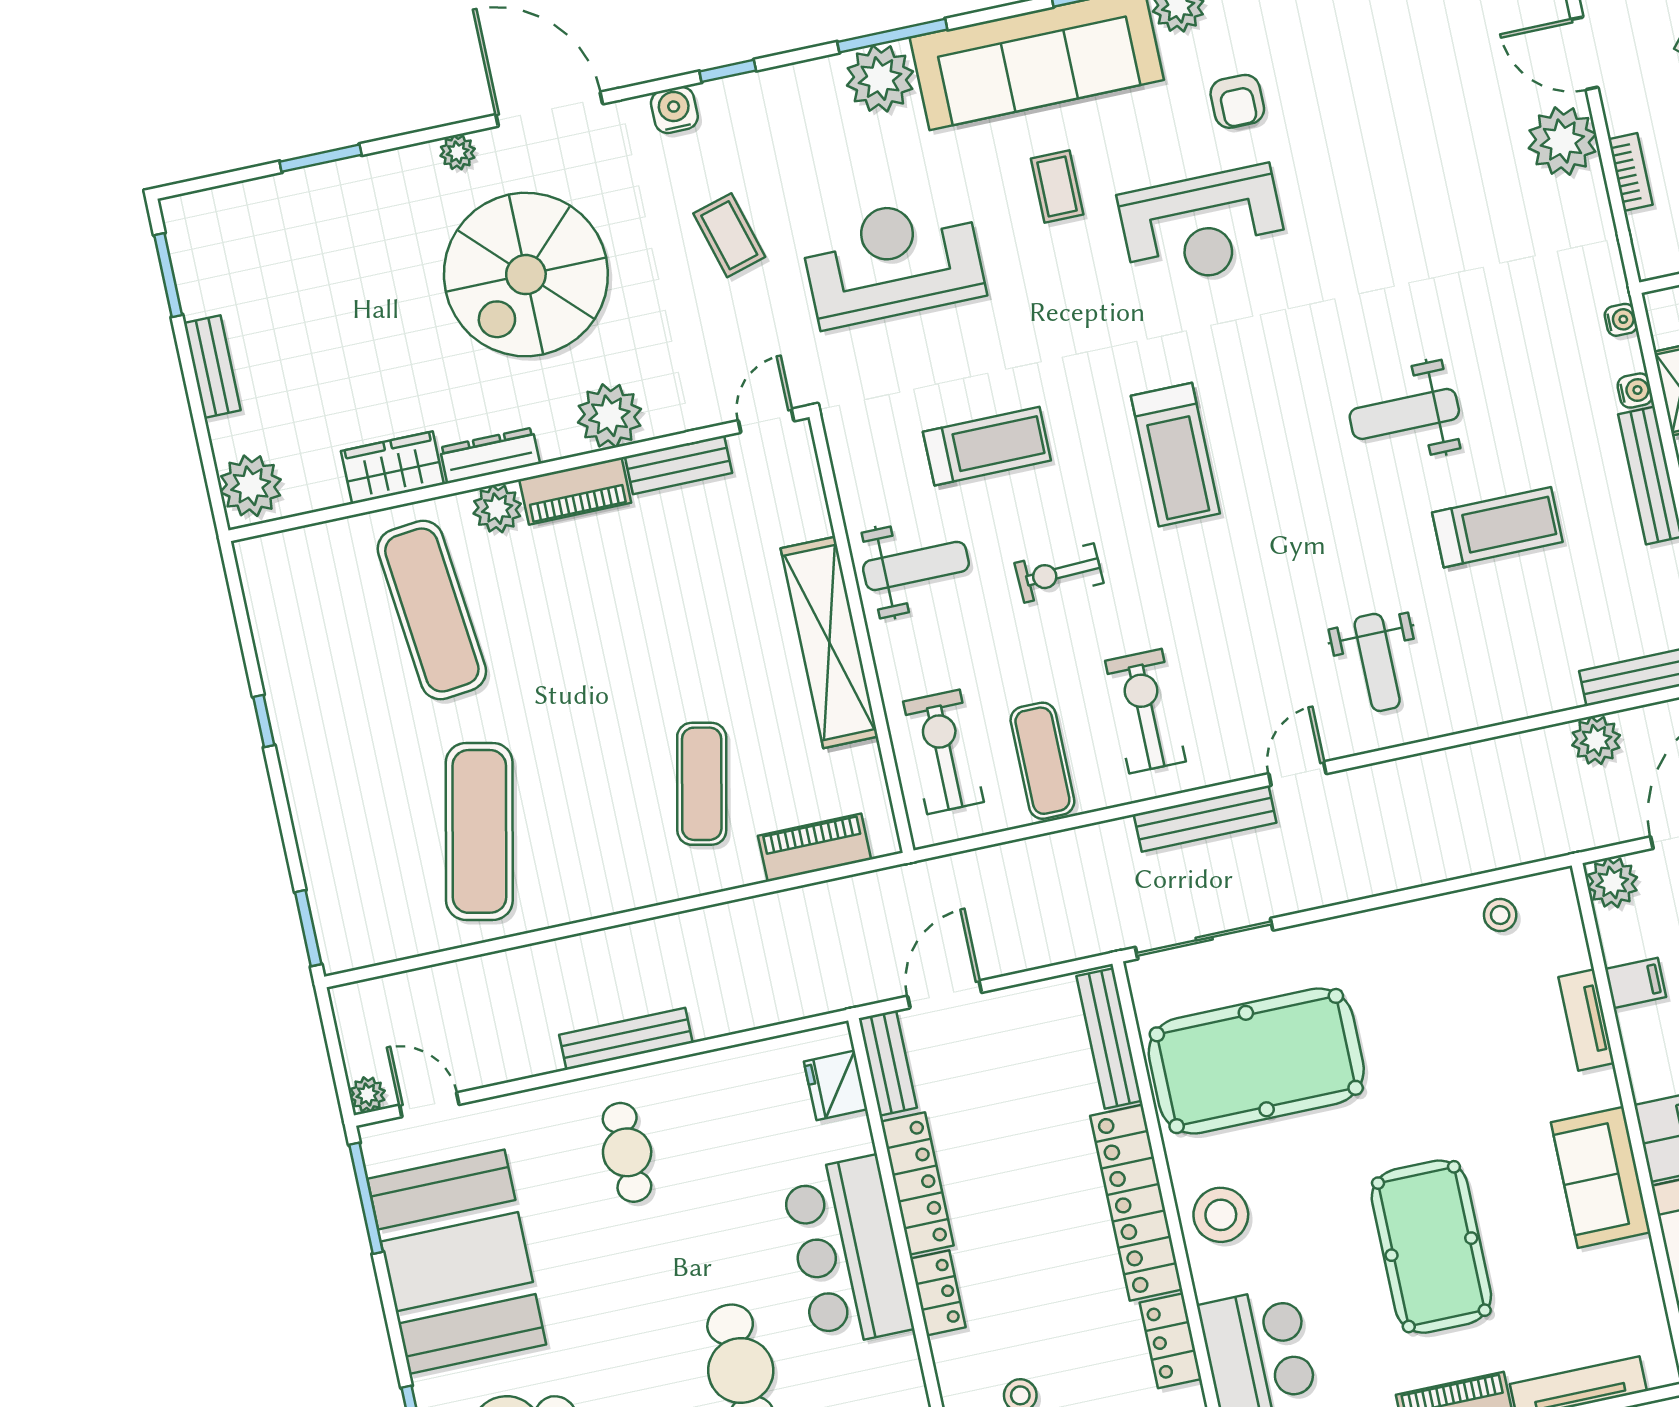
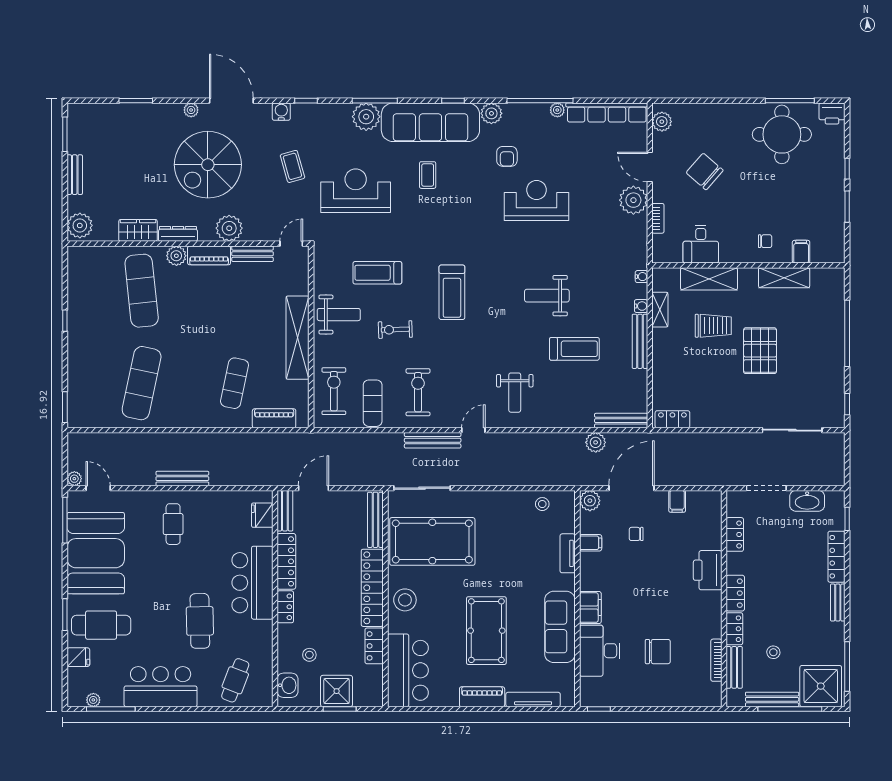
reception desk: (1203, 227) -> (536, 200), moved, turned 180
treadmill: (987, 446) -> (377, 273), turned 180
sofa: (1601, 1177) -> (560, 627), width x1.36

